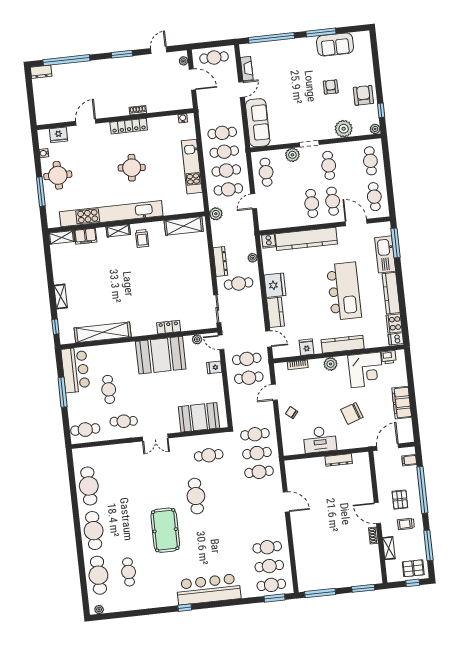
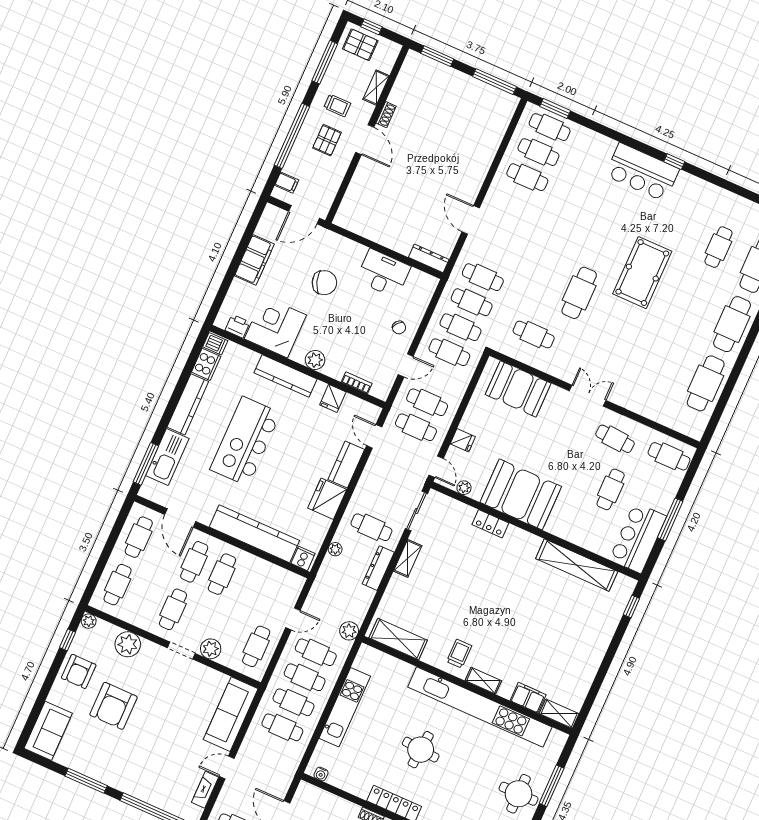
sofa: (335, 44) -> (48, 731), moved, turned 90
armchair: (331, 87) -> (113, 706), width x1.88, depth x1.88
shelving: (61, 296) -> (408, 558), moved
cafe table: (253, 415) -> (449, 352), added
dresser: (339, 460) -> (429, 258), moved
bar counter: (209, 589) -> (642, 172), width x0.73

